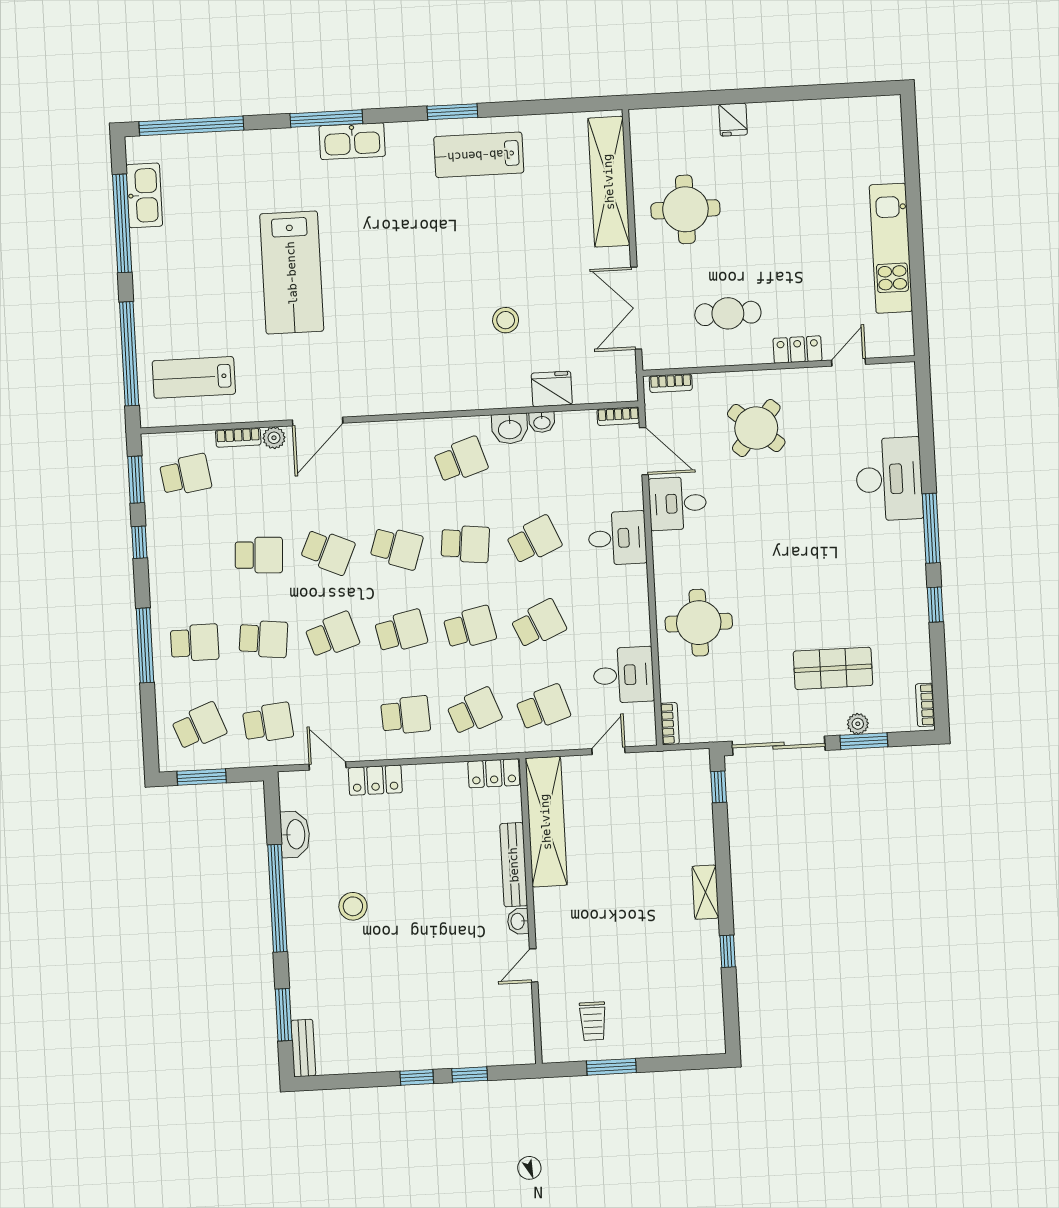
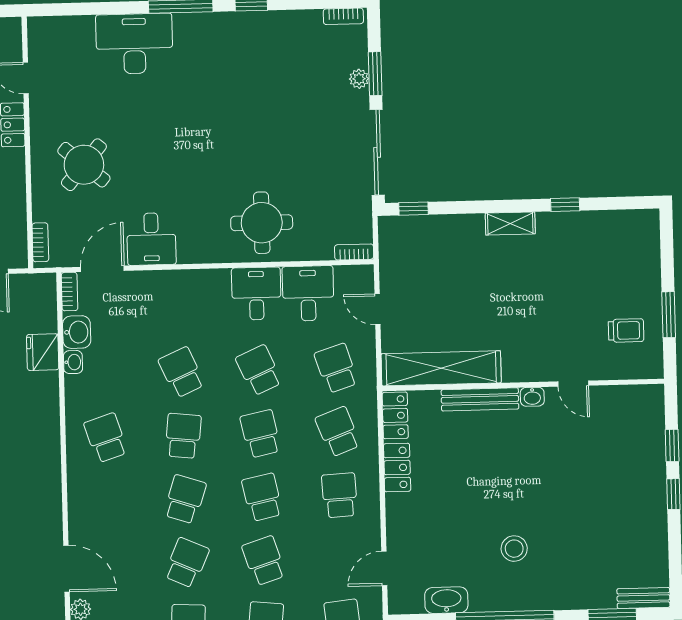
washbasin: (510, 429) -> (77, 332), moved
desk: (617, 538) -> (256, 294), moved
shop shelf: (833, 668) -> (307, 100), removed
locker: (375, 780) -> (397, 468), moved

